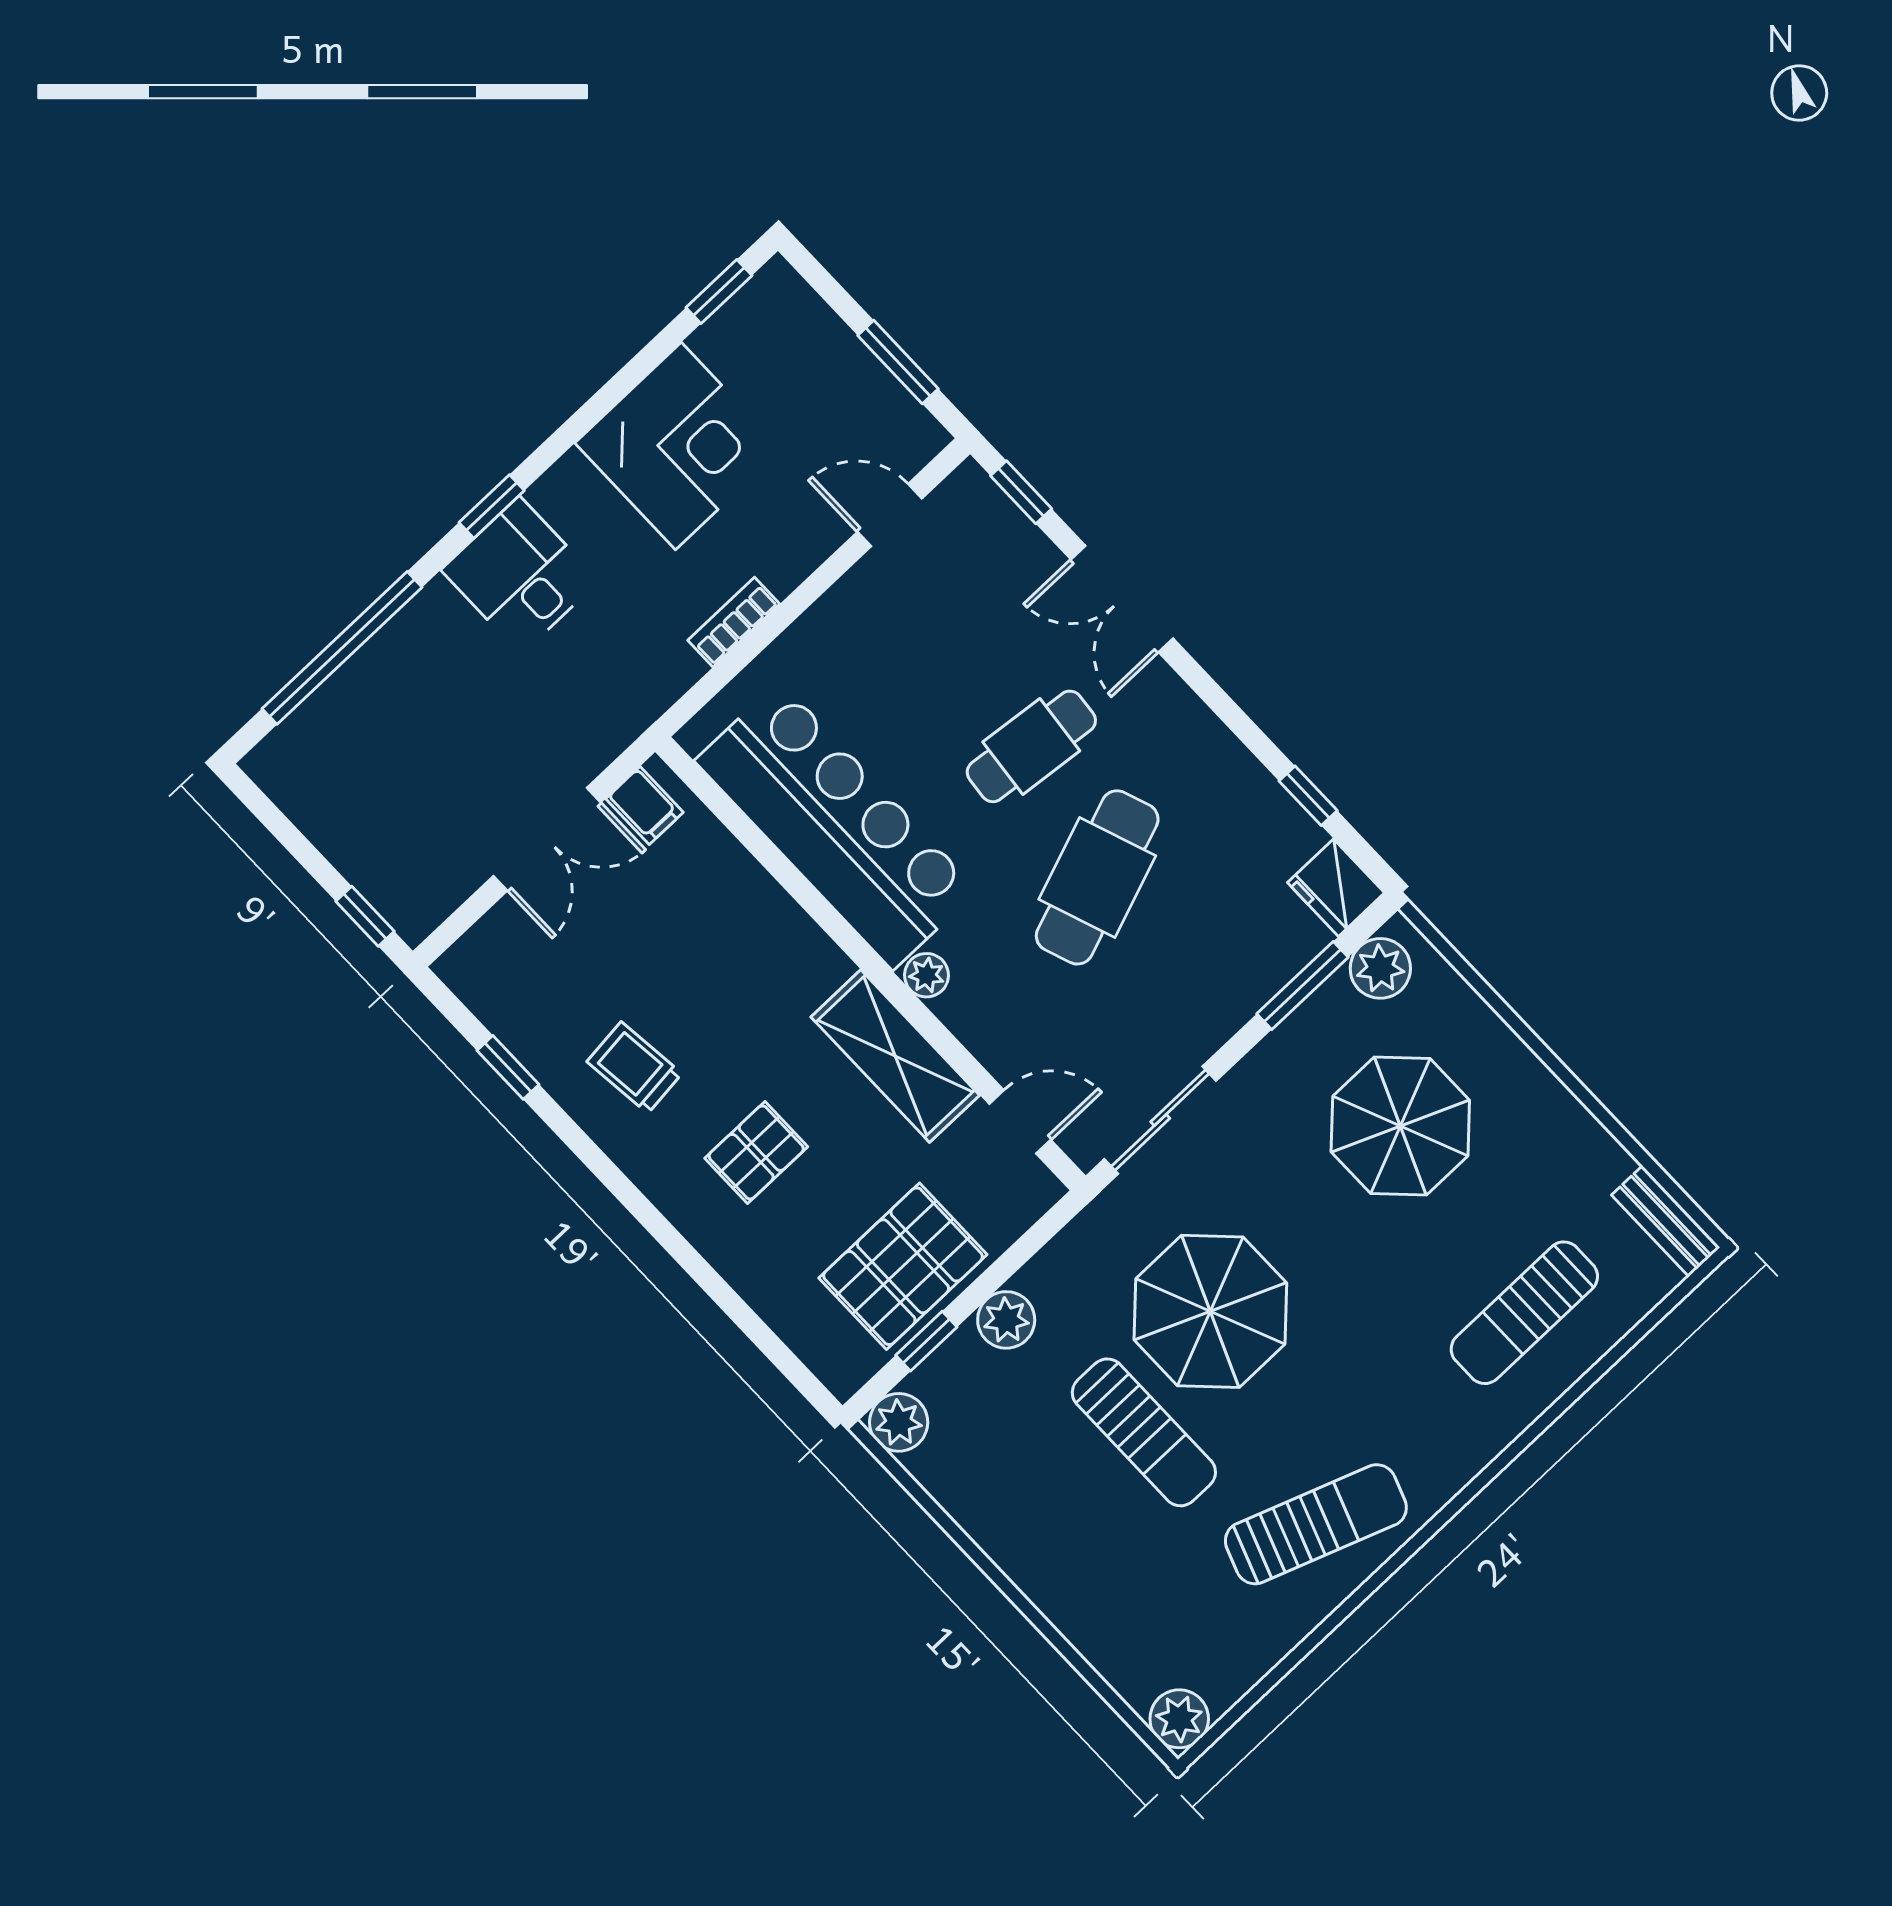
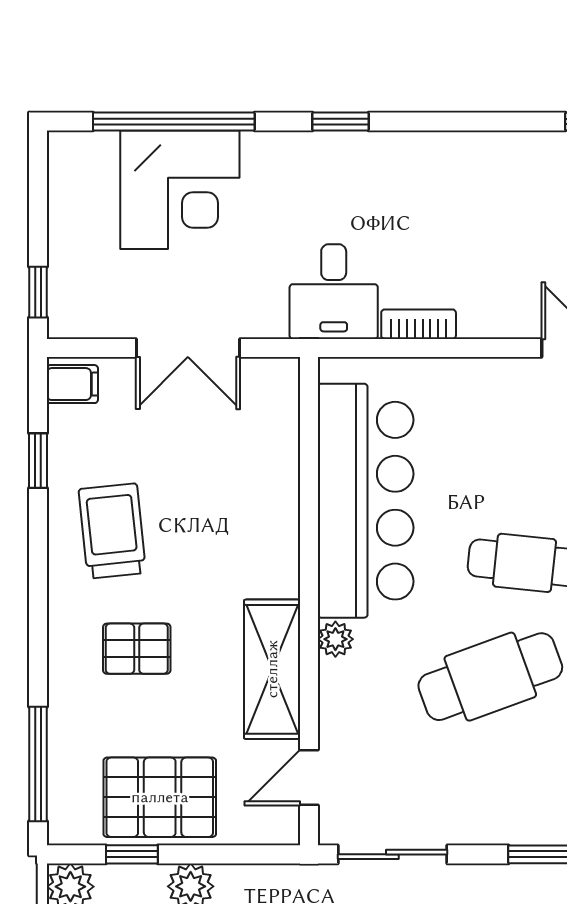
corner desk: (678, 446) -> (180, 190), moved
desk: (520, 575) -> (334, 292), moved, turned 180
filing cabinet: (645, 805) -> (72, 384), moved, turned -90
trolley: (634, 1068) -> (112, 531), width x1.36, depth x1.39
door: (1020, 1122) -> (309, 778), swing flipped
window: (765, 1340) -> (38, 764), added

